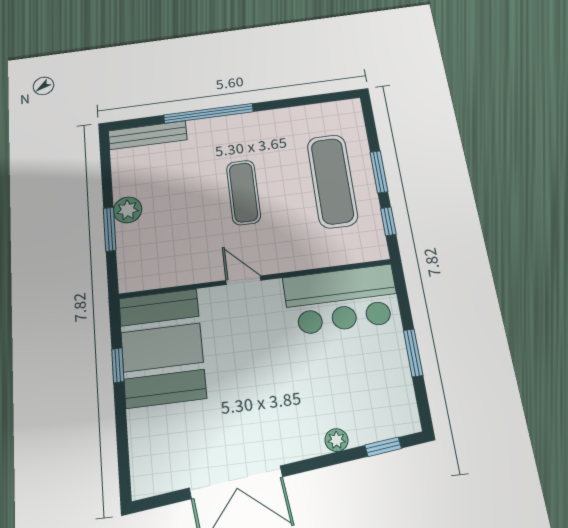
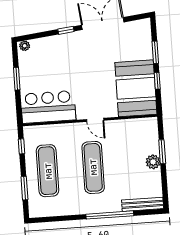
window: (379, 172) -> (24, 188), moved
exercise mat: (243, 192) -> (93, 167), width x1.36, depth x1.45
window: (121, 425) -> (155, 52), added
plant: (336, 440) -> (25, 46), moved
window: (383, 447) -> (66, 30), moved

